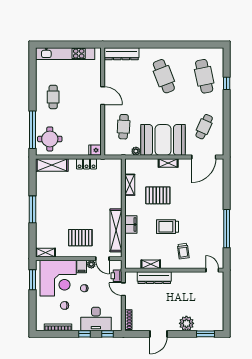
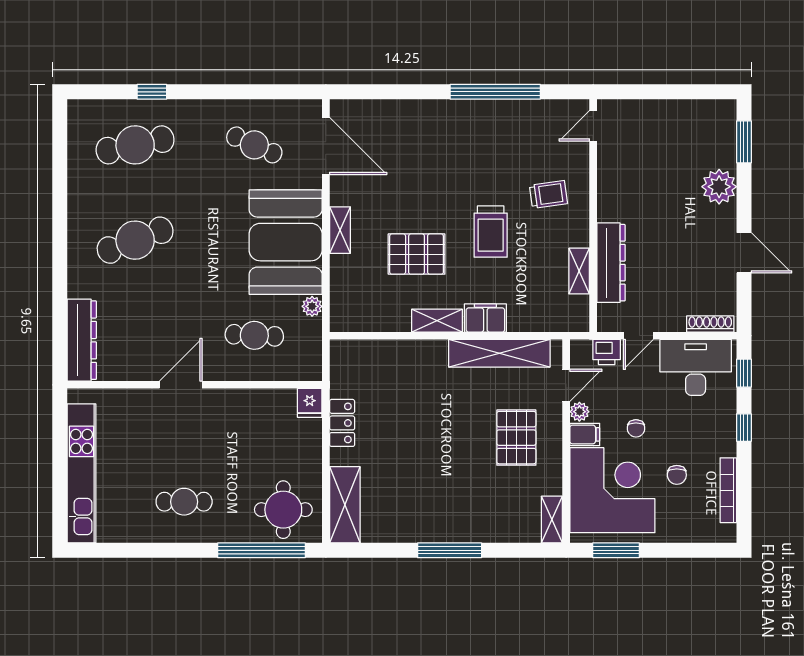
shelving: (130, 185) -> (437, 321), moved
pallet: (158, 195) -> (417, 254), turned 90
desk: (96, 319) -> (696, 367), moved, turned -90

